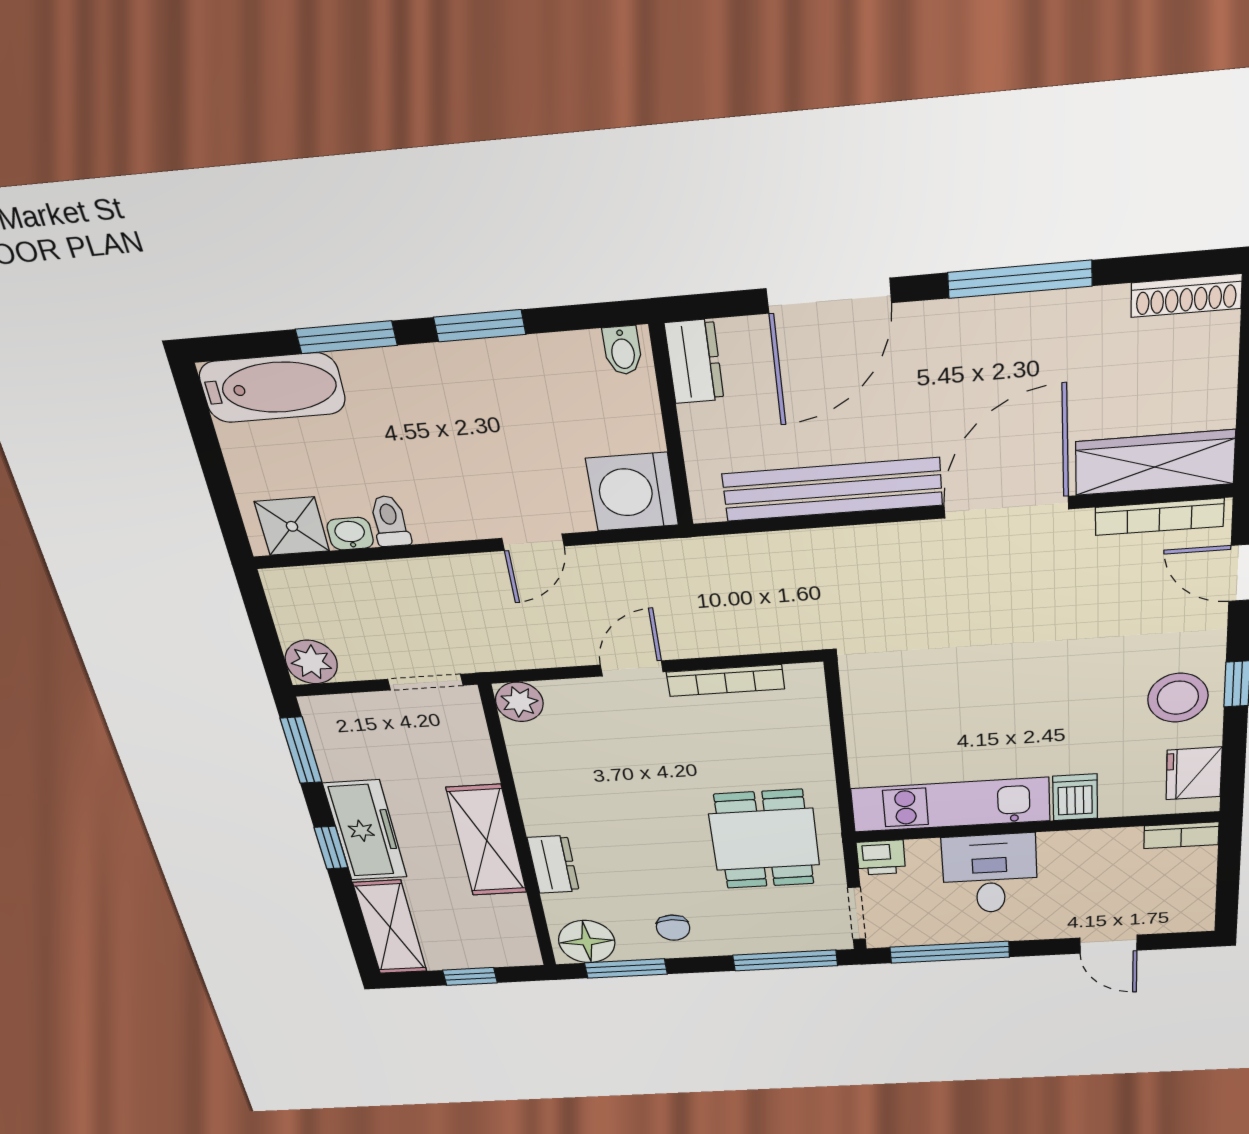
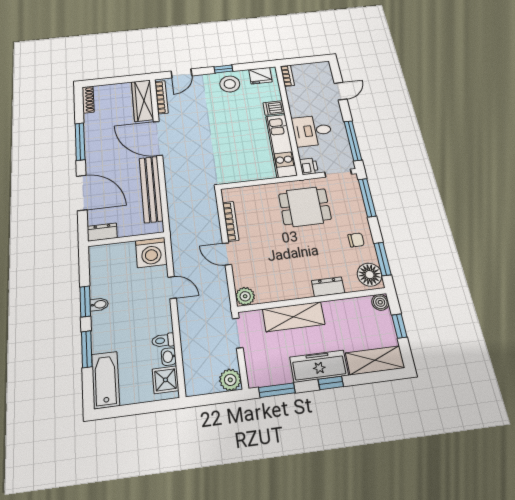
bidet: (623, 350) -> (99, 304), moved
shelving: (487, 841) -> (294, 317), moved
boiler: (522, 952) -> (380, 302), added

